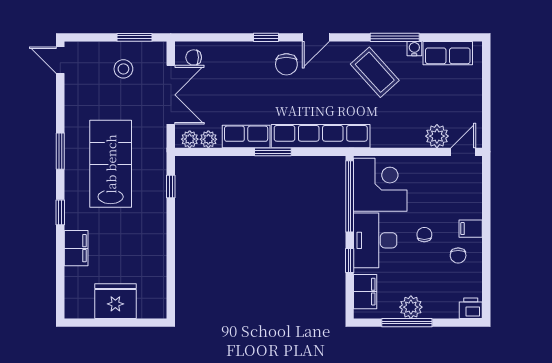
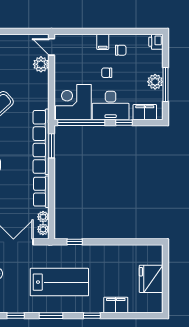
window: (60, 98) -> (16, 316), added
window: (273, 152) -> (52, 146), moved
lab bench: (111, 164) -> (59, 282), turned 180

